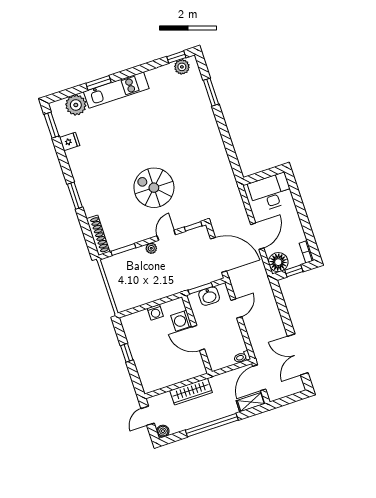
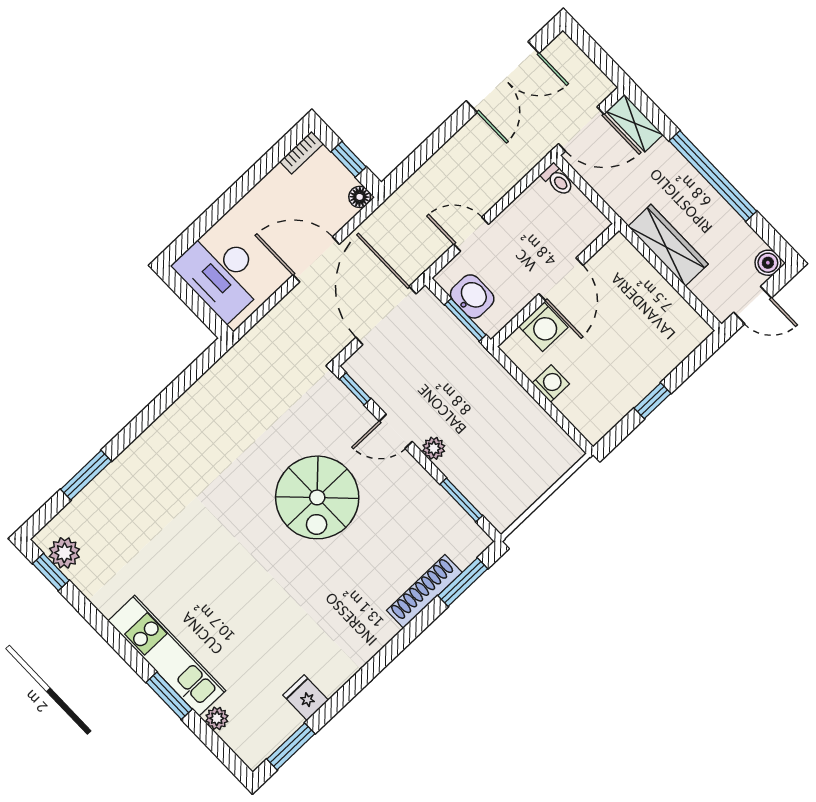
plant: (76, 105) -> (217, 718), width x0.53, depth x0.53
window: (75, 196) -> (463, 582), moved
shoe rack: (98, 235) -> (424, 591), moved
floor lamp: (278, 262) -> (360, 197), width x0.53, depth x0.53

